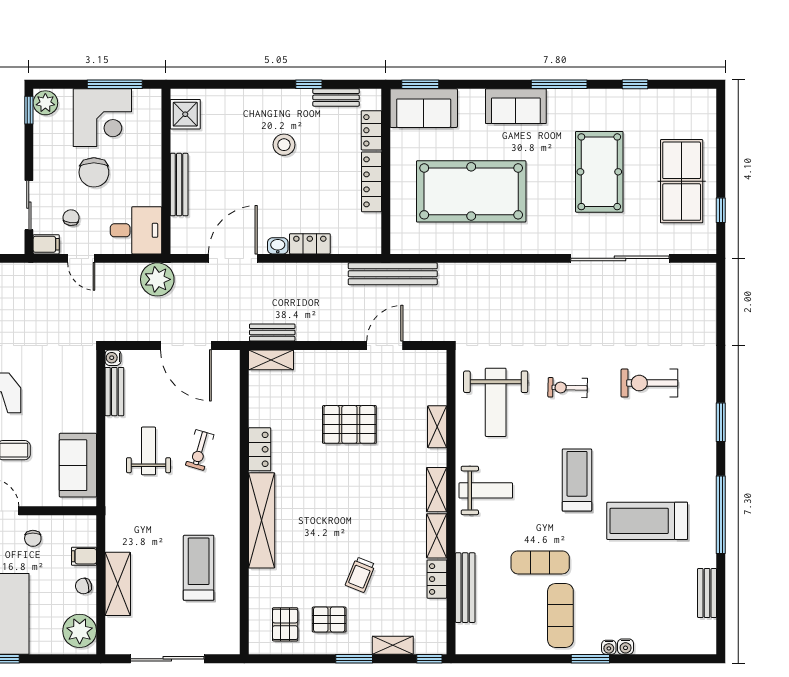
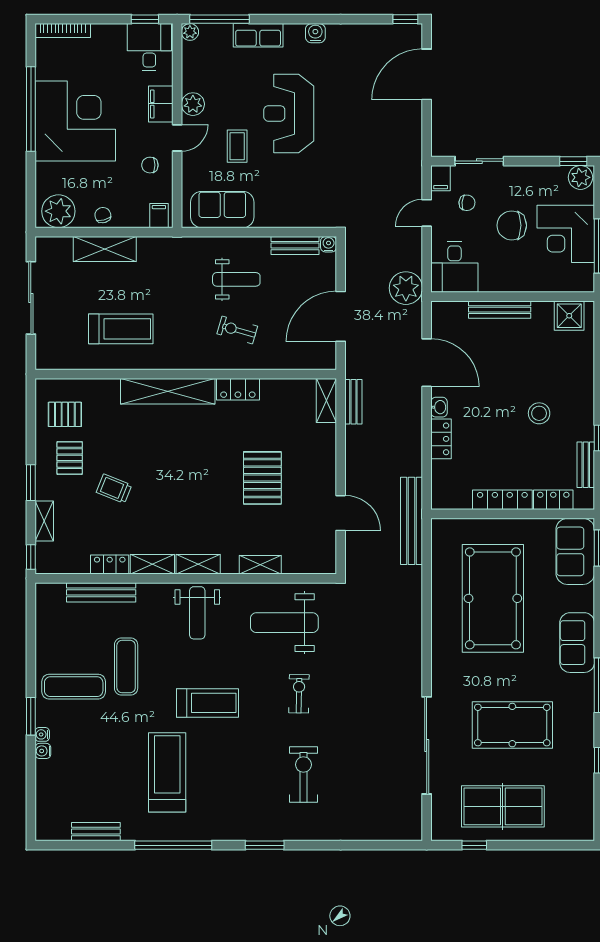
filing cabinet: (84, 556) -> (159, 216), moved

